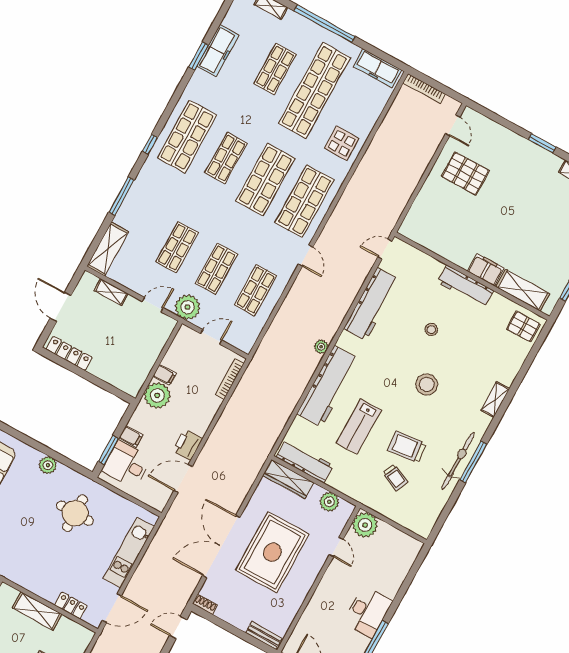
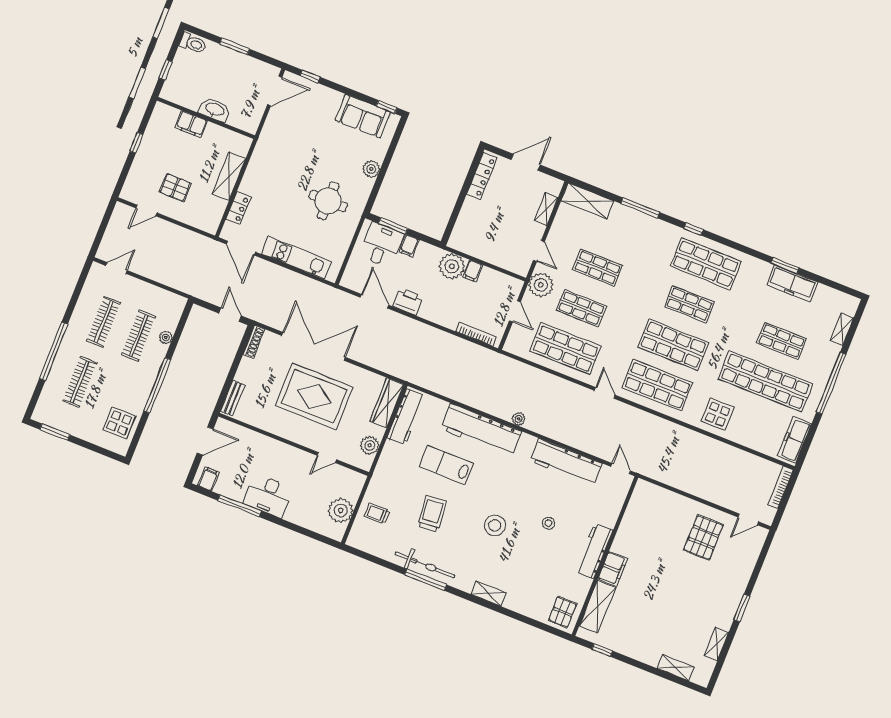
door: (306, 256) -> (605, 393), swing flipped
shop shelf: (255, 290) -> (565, 349), width x1.43, depth x1.36
trolley: (395, 477) -> (377, 514), moved, turned 65
plant: (365, 525) -> (341, 510), moved
shoe rack: (205, 604) -> (254, 342), width x1.43

